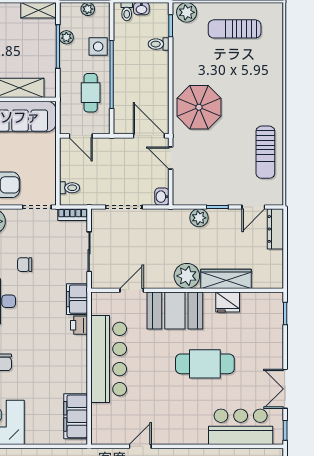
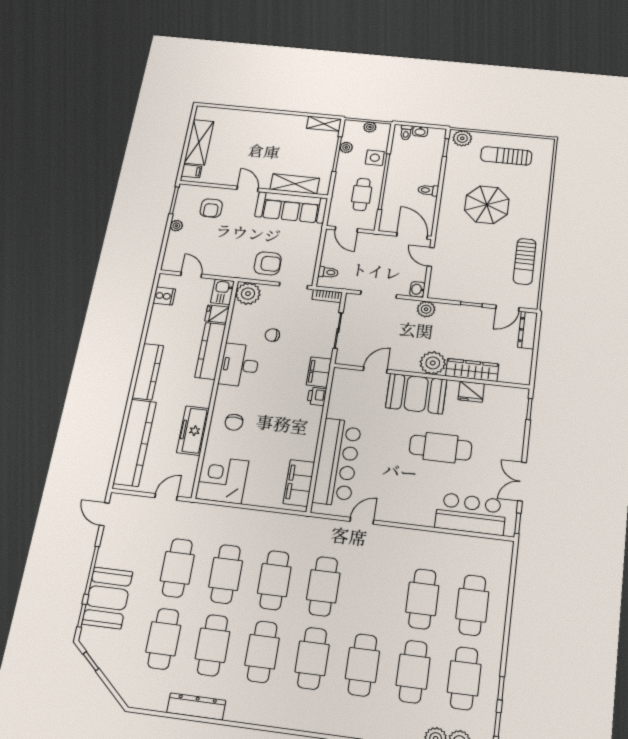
toilet: (159, 44) -> (428, 190), moved
parasol: (199, 107) -> (487, 205), moved
plant: (199, 218) -> (426, 309), moved
bar counter: (109, 359) -> (337, 462), moved

